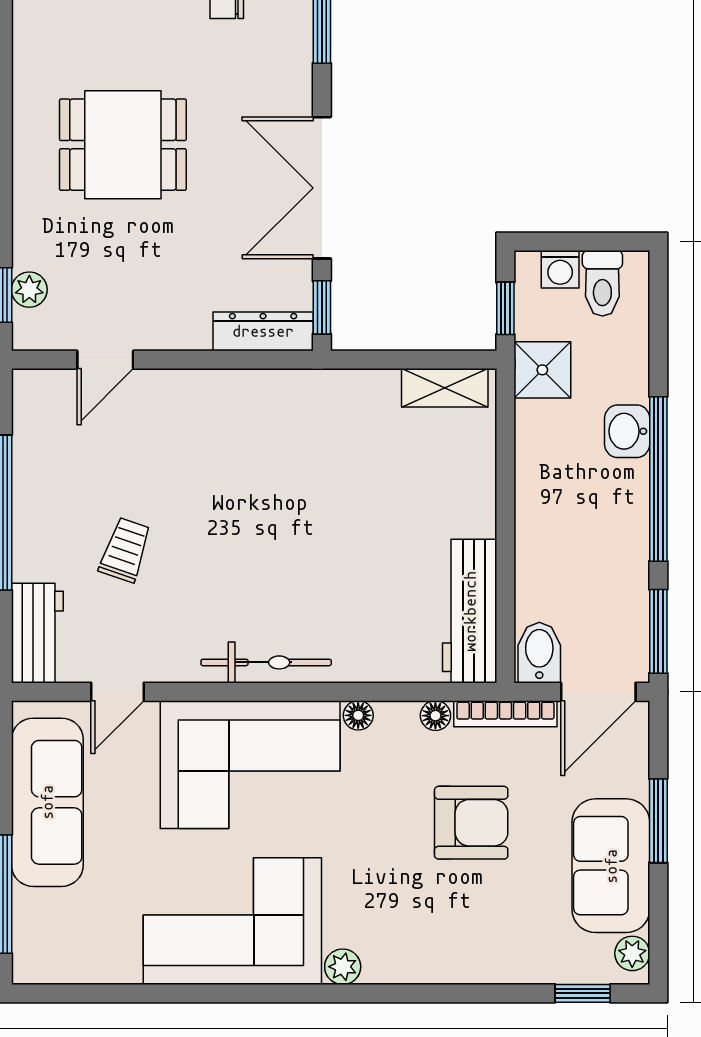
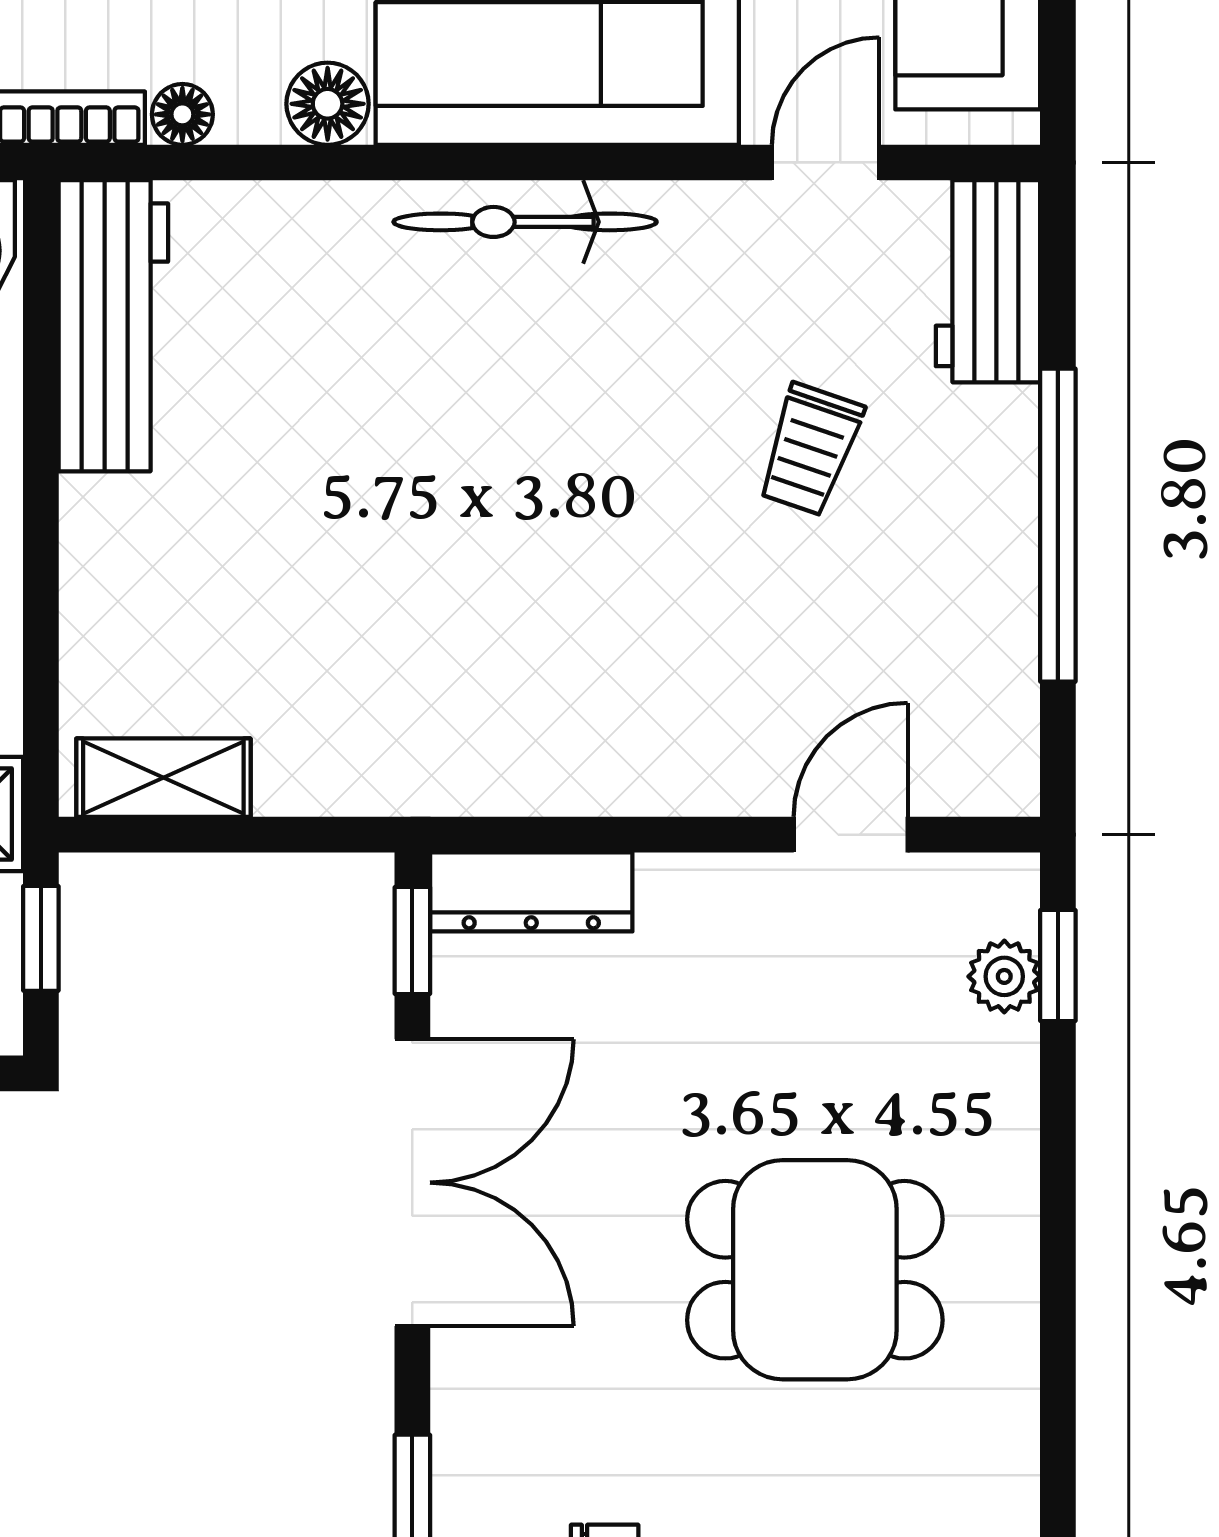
floor lamp: (358, 715) -> (328, 104), width x1.37, depth x1.37

